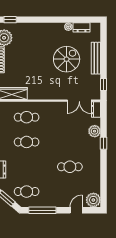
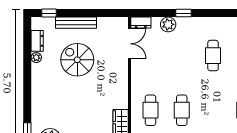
window: (104, 84) -> (49, 13), moved

